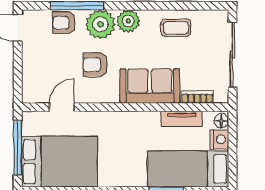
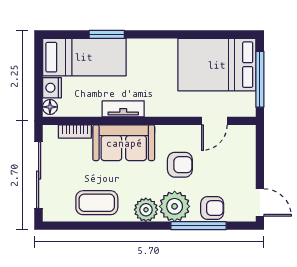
coffee table: (176, 28) -> (97, 203), width x1.36, depth x1.30
tv unit: (182, 119) -> (123, 109), moved

